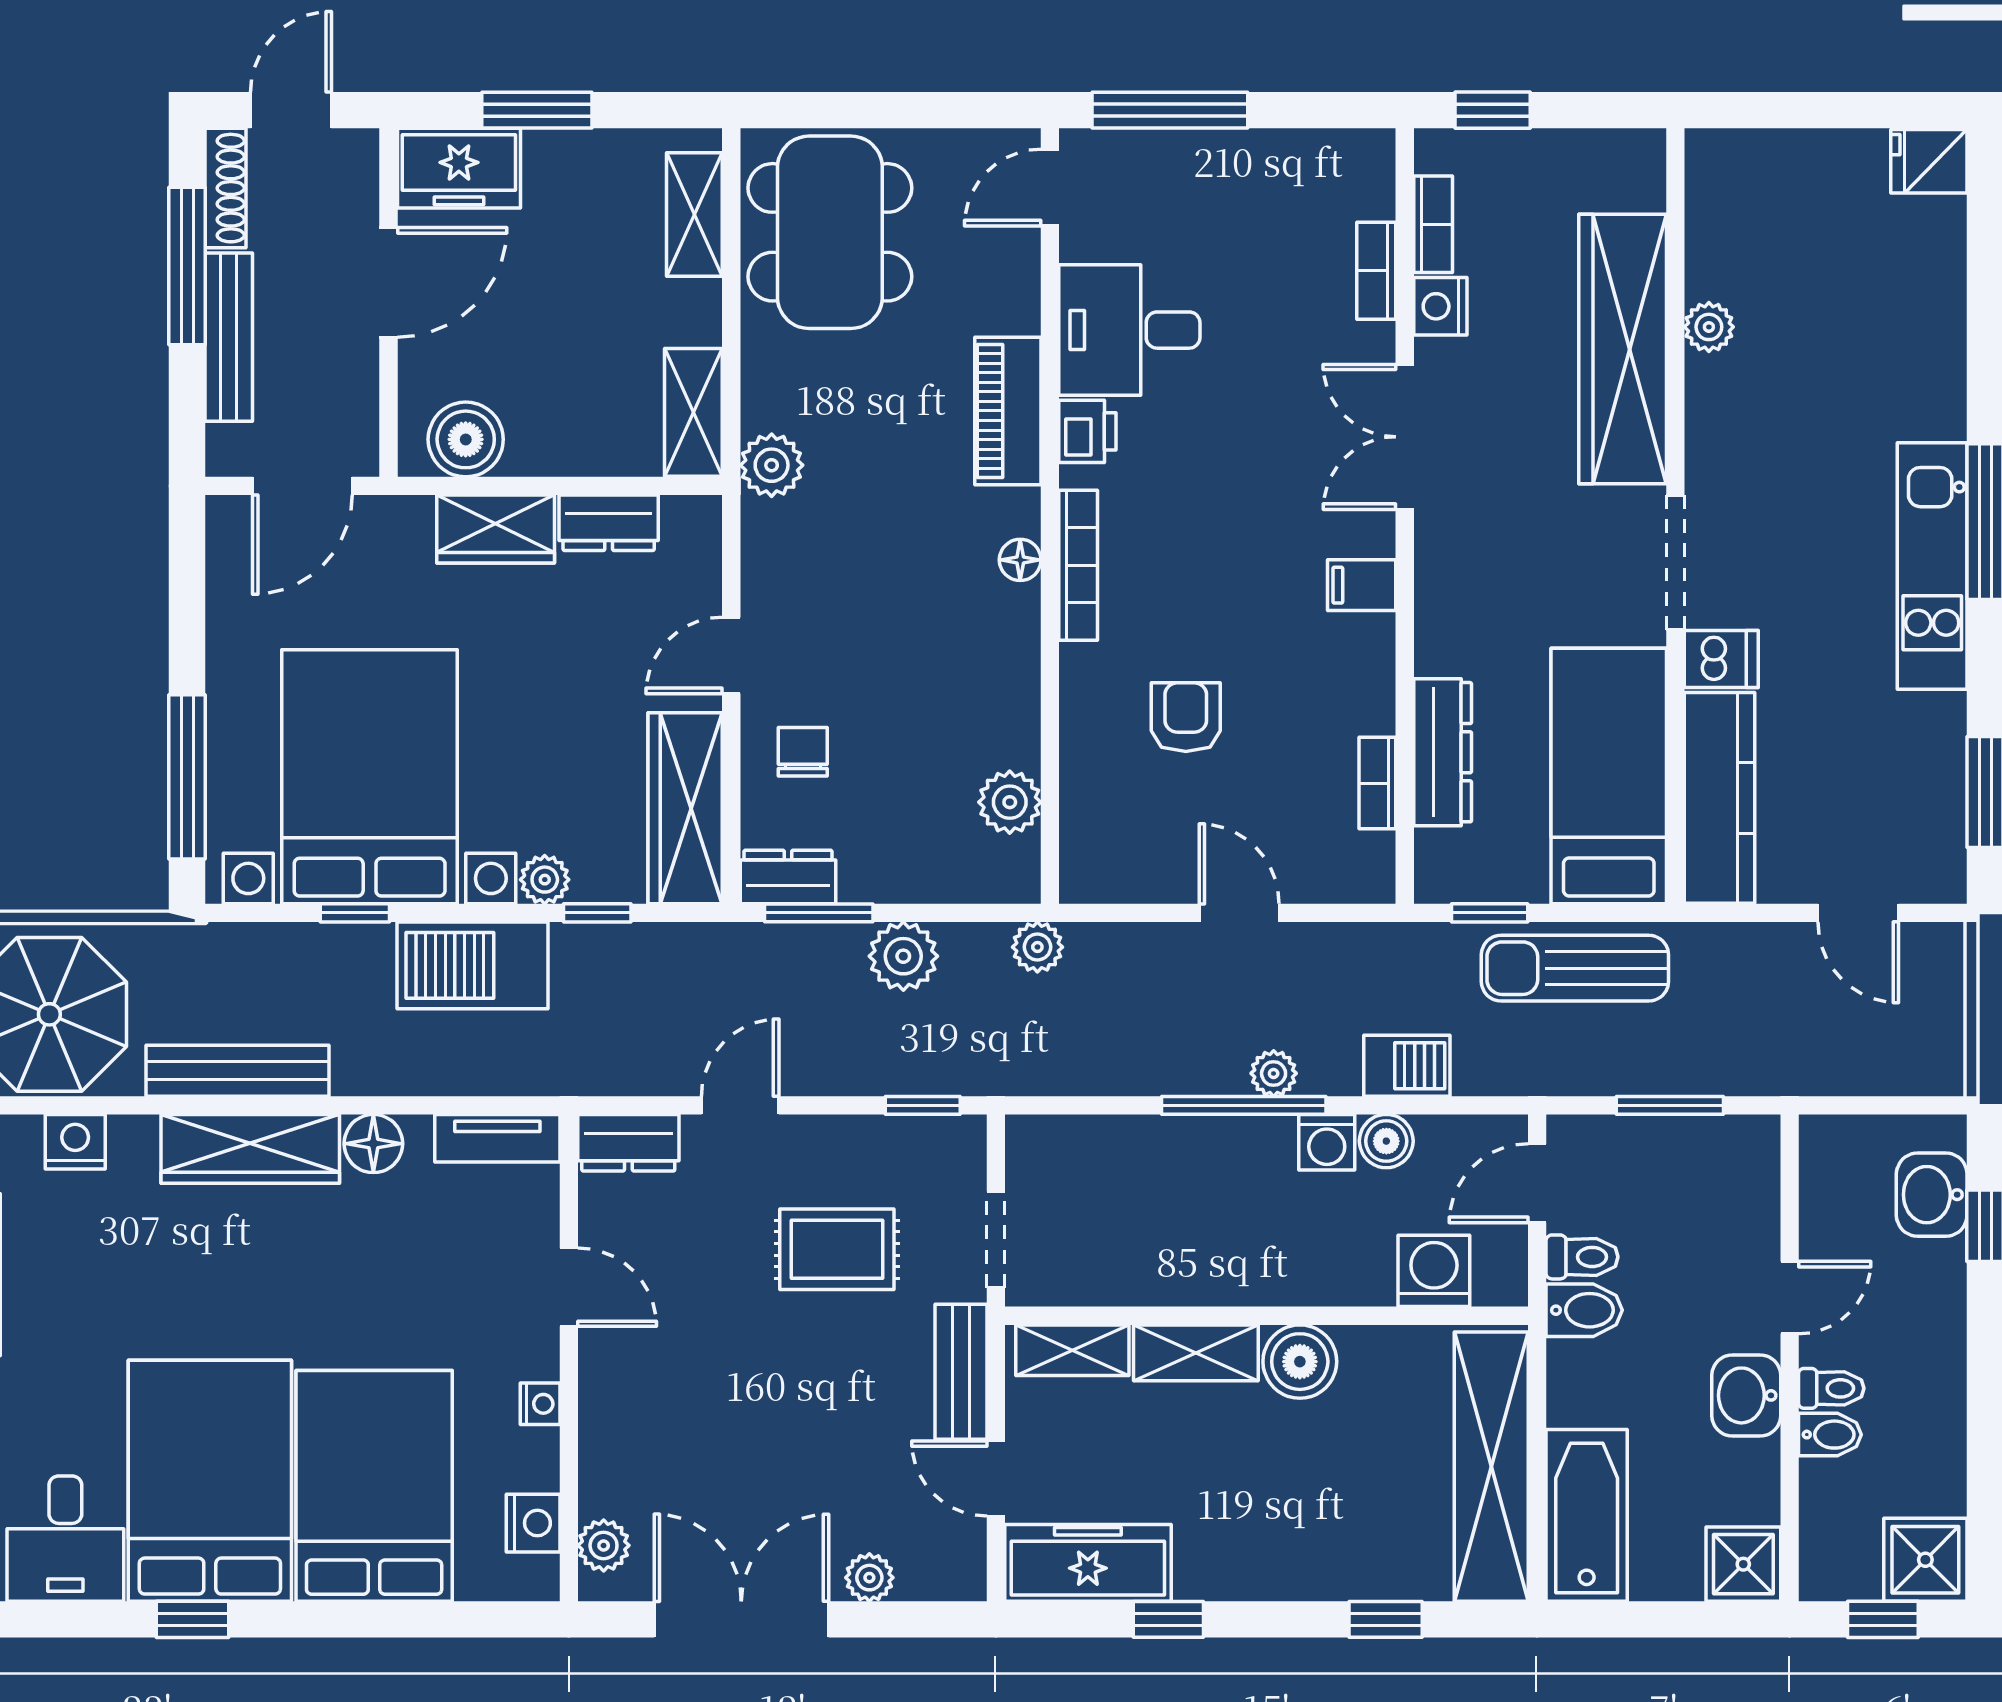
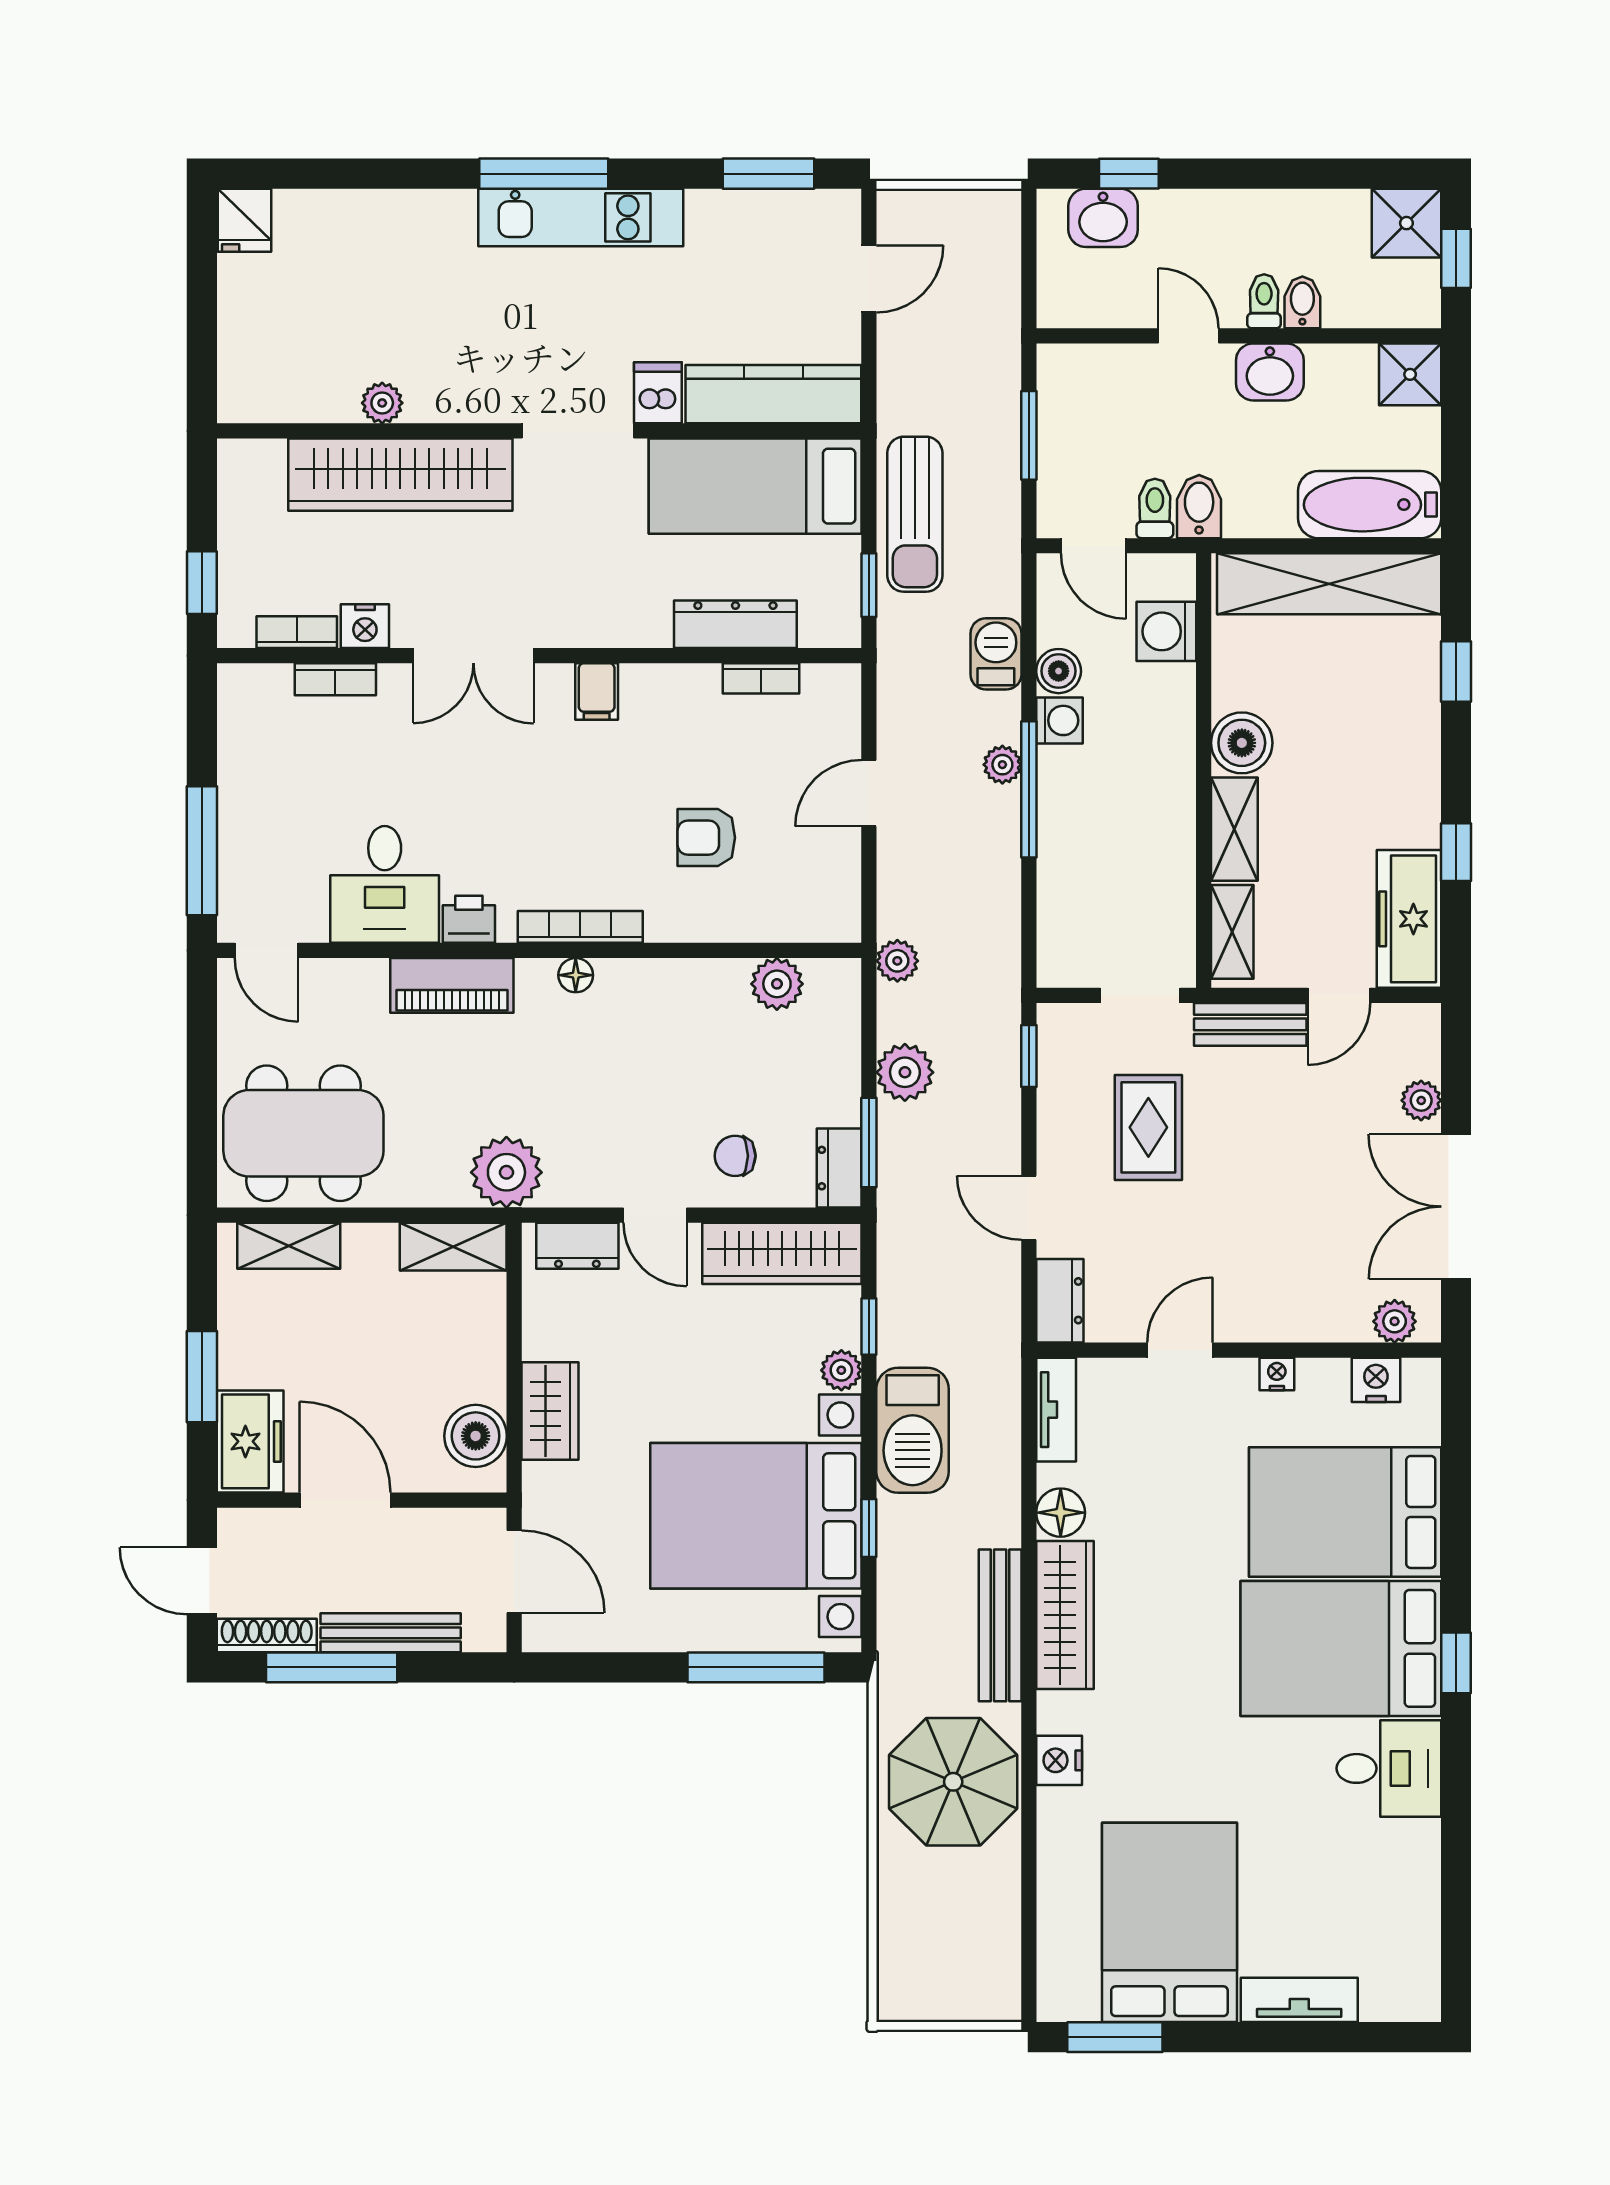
plant: (772, 465) -> (506, 1172), width x1.36, depth x1.36
dresser: (609, 523) -> (577, 1246), moved, turned 90

